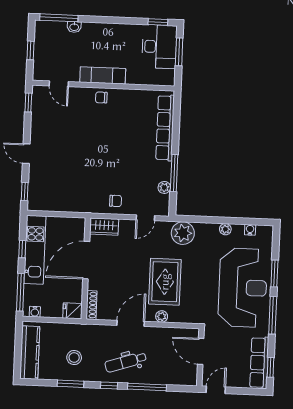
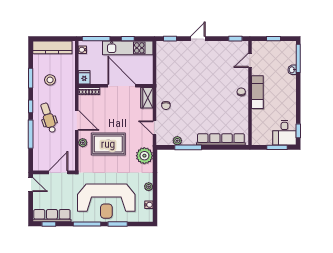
desk: (159, 47) -> (284, 133), width x0.73

